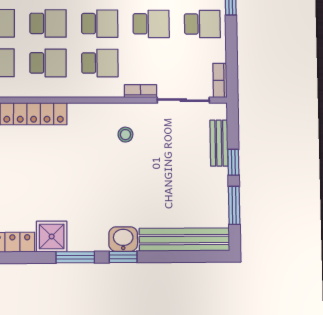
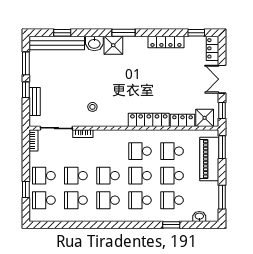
school desk: (100, 63) -> (108, 151), removed
shower: (52, 236) -> (113, 45), moved
window: (123, 257) -> (62, 33), moved

